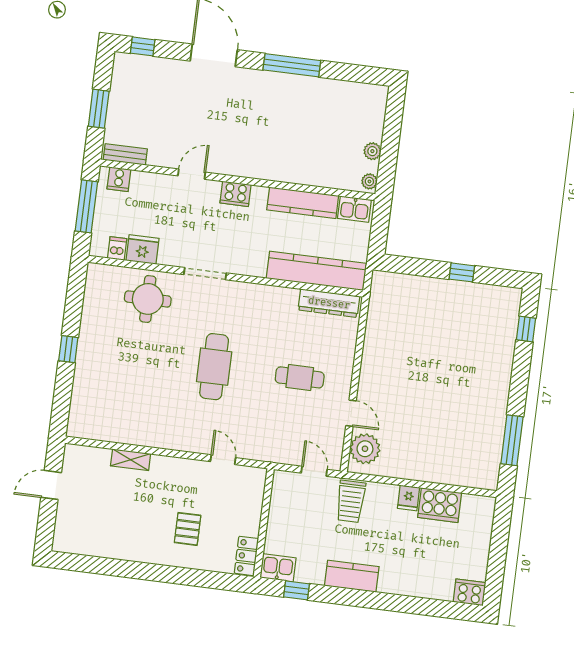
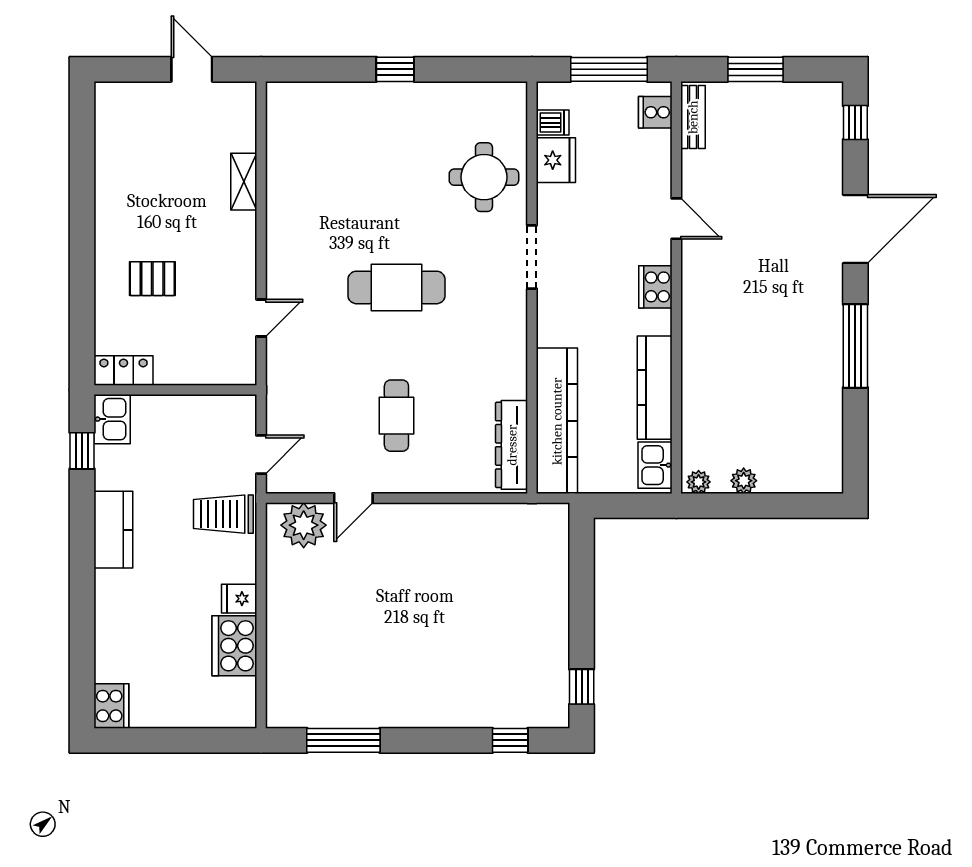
window: (462, 272) -> (582, 687), moved

